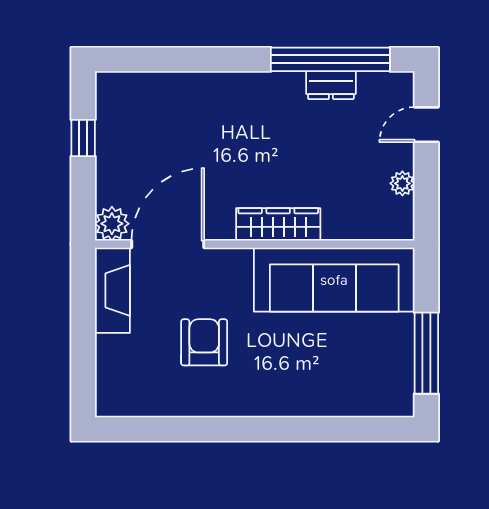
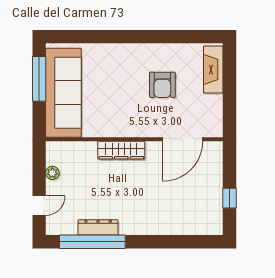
dresser: (331, 85) -> (98, 227), width x1.44
plant: (112, 224) -> (214, 151), removed
sofa: (334, 280) -> (63, 93), moved, turned 90
fireplace: (112, 290) -> (213, 70), moved

